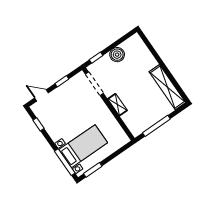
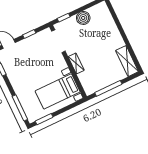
shelving: (167, 87) -> (127, 61), width x0.68
bed with nightstands: (83, 146) -> (58, 91), moved, turned 180

